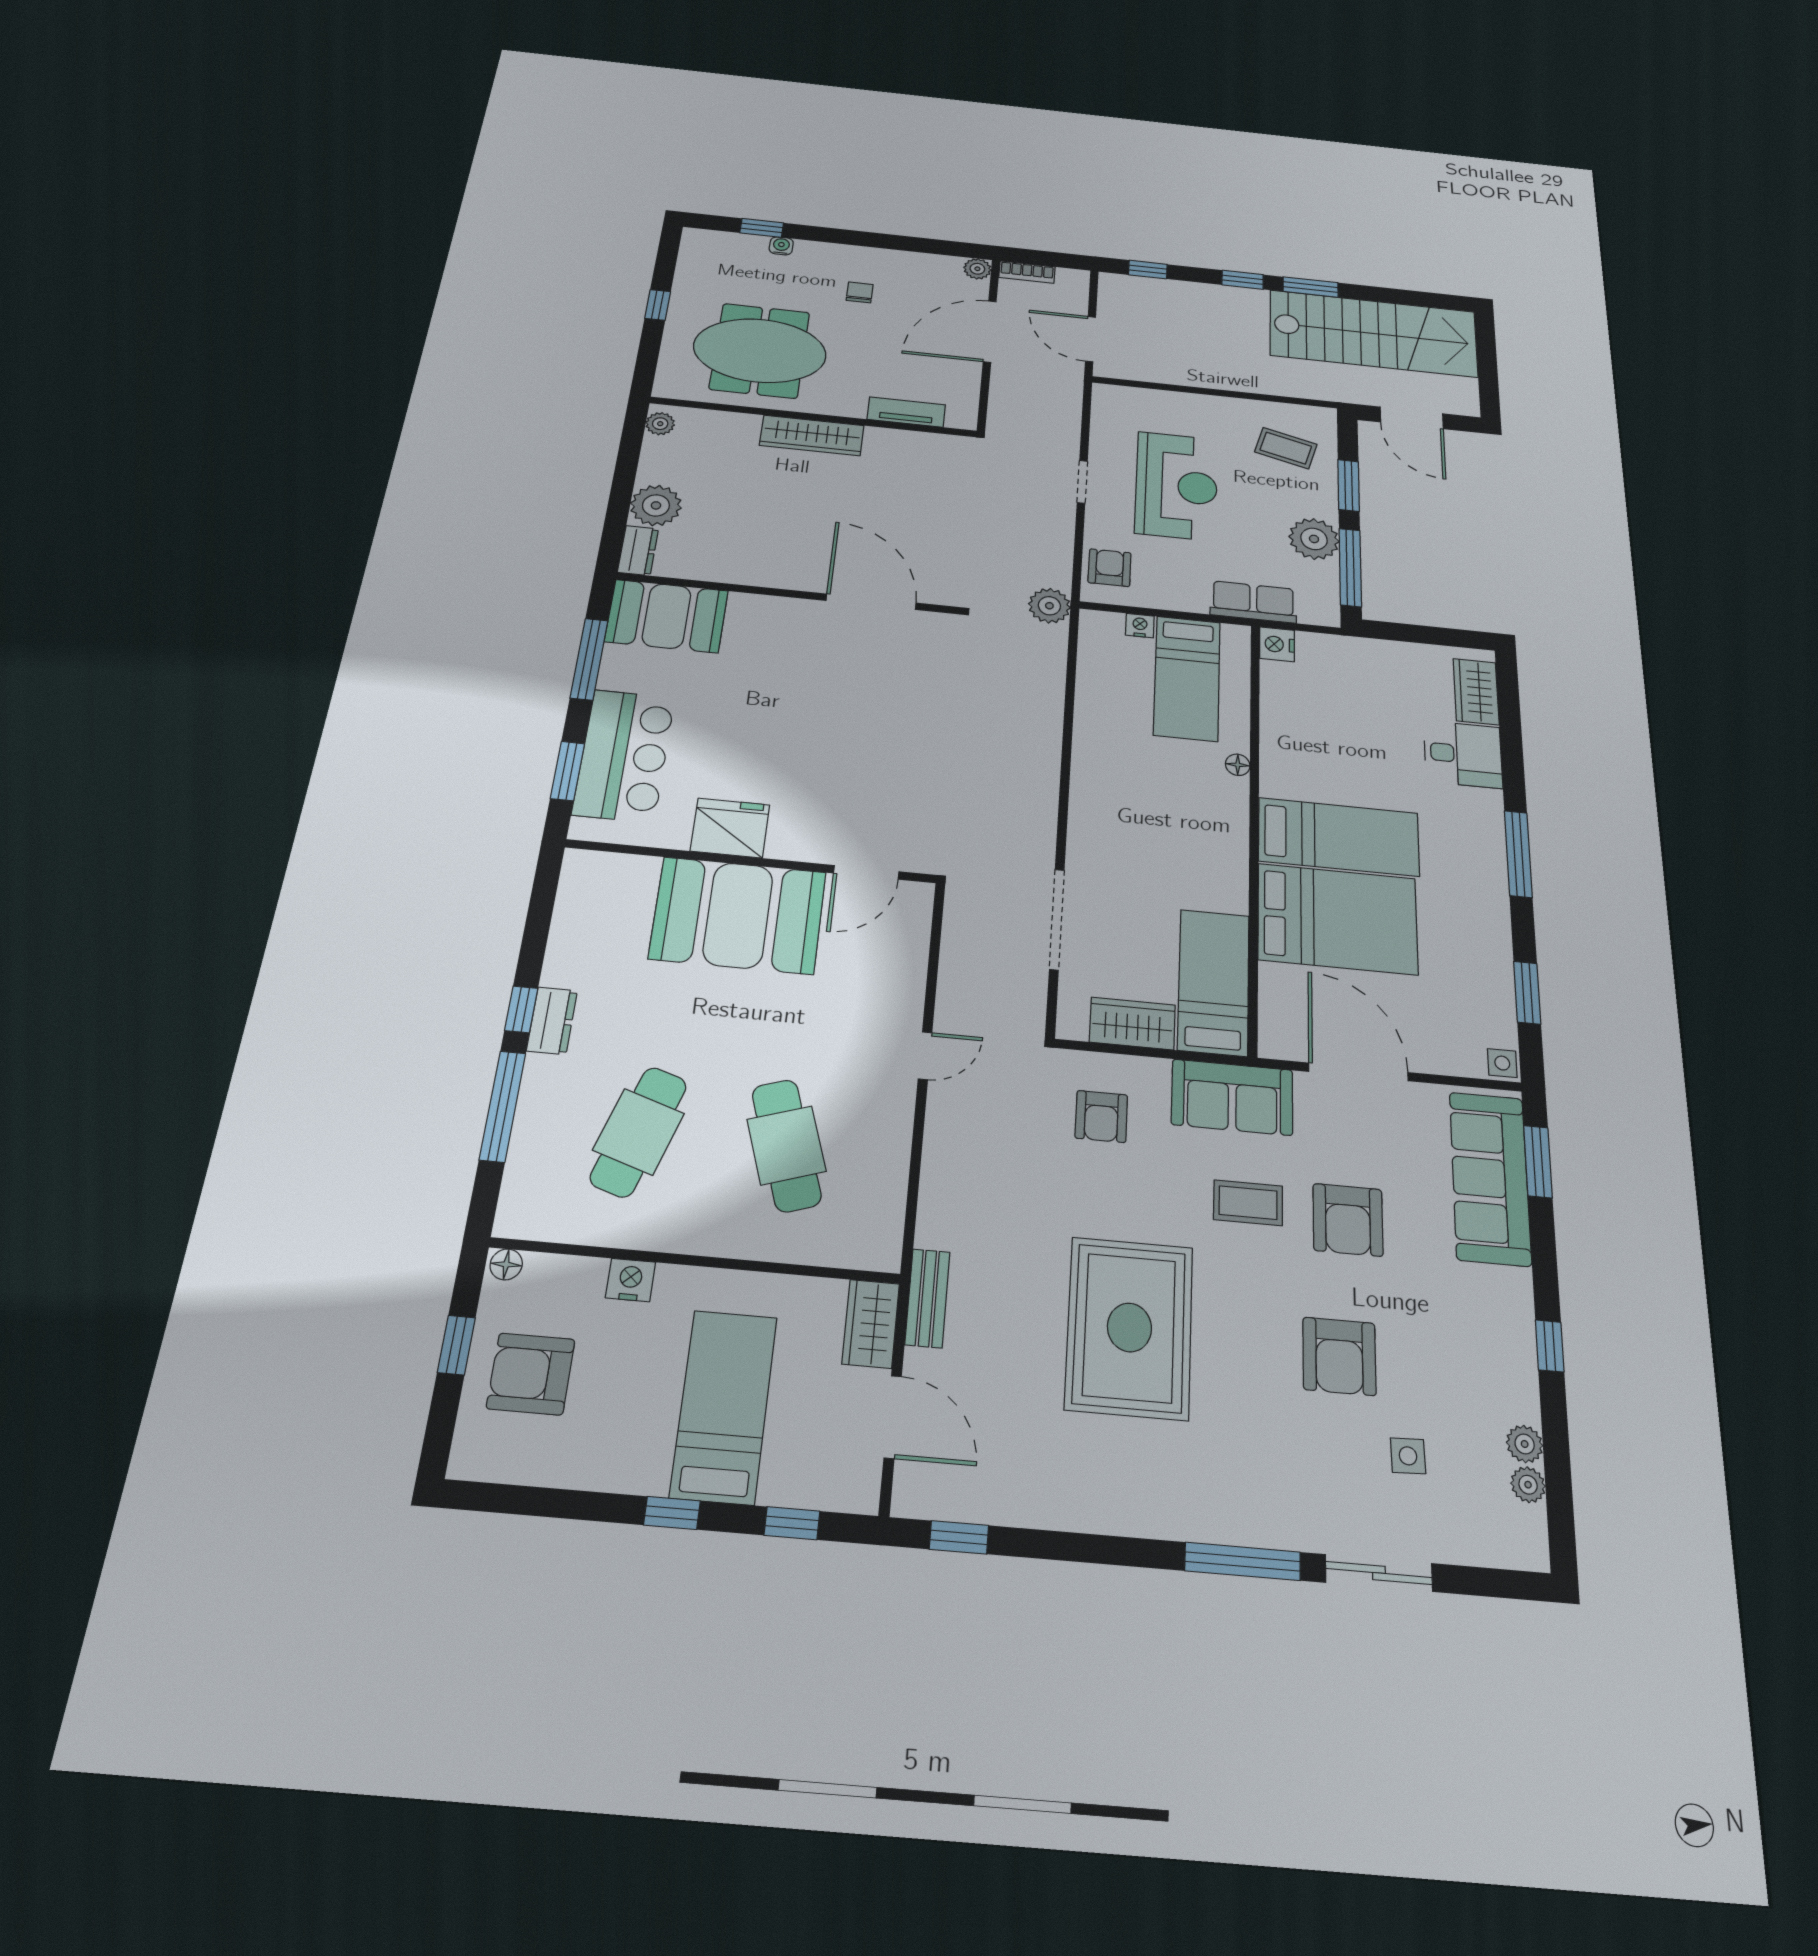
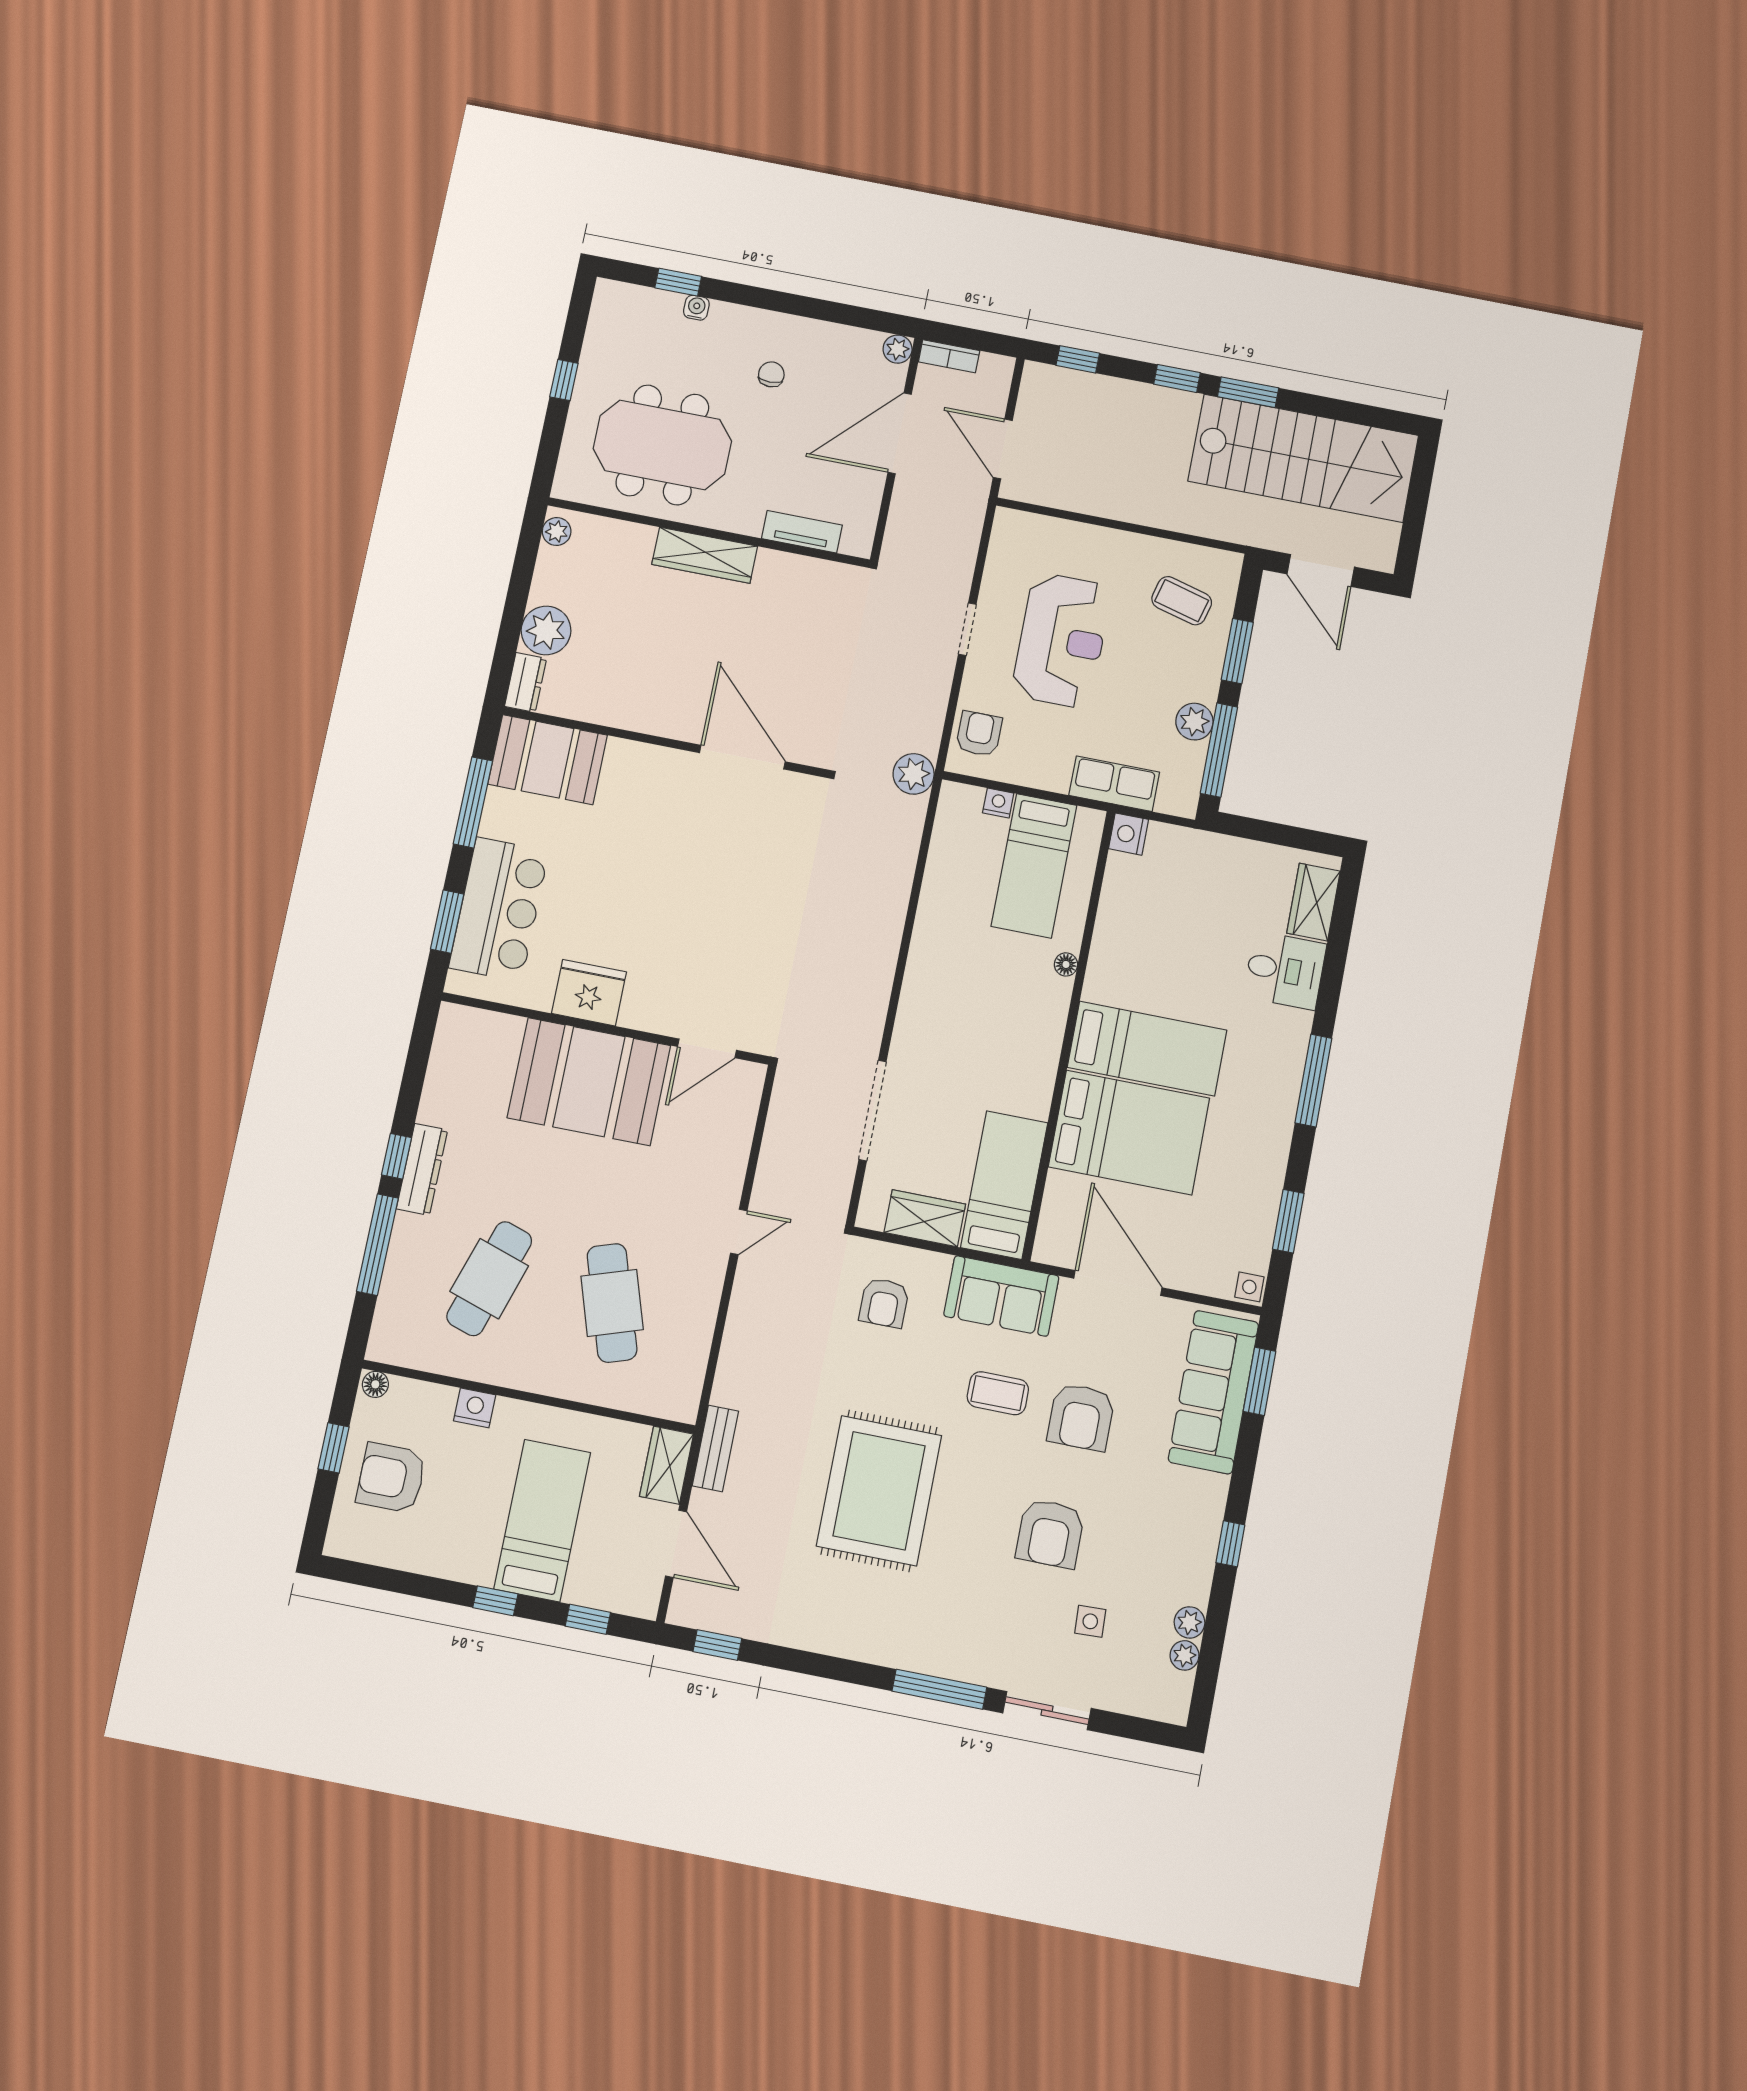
plant: (1314, 539) -> (1194, 722), width x0.73, depth x0.73
dresser: (552, 1021) -> (422, 1169), width x1.44

